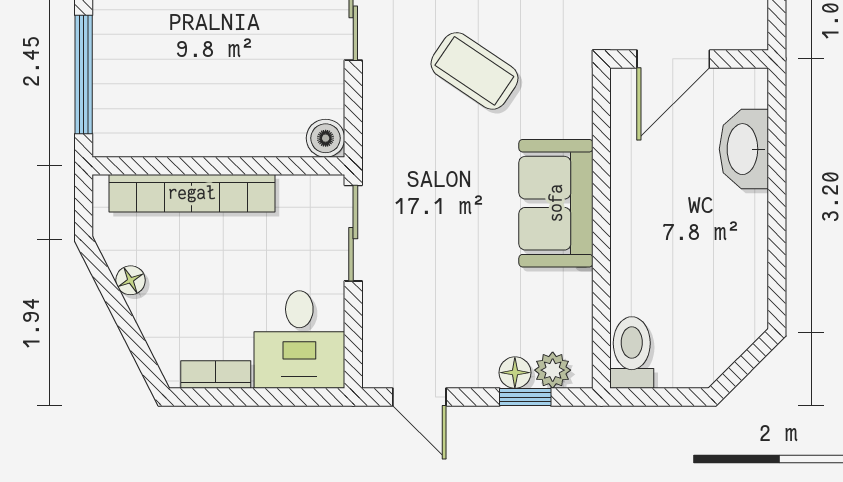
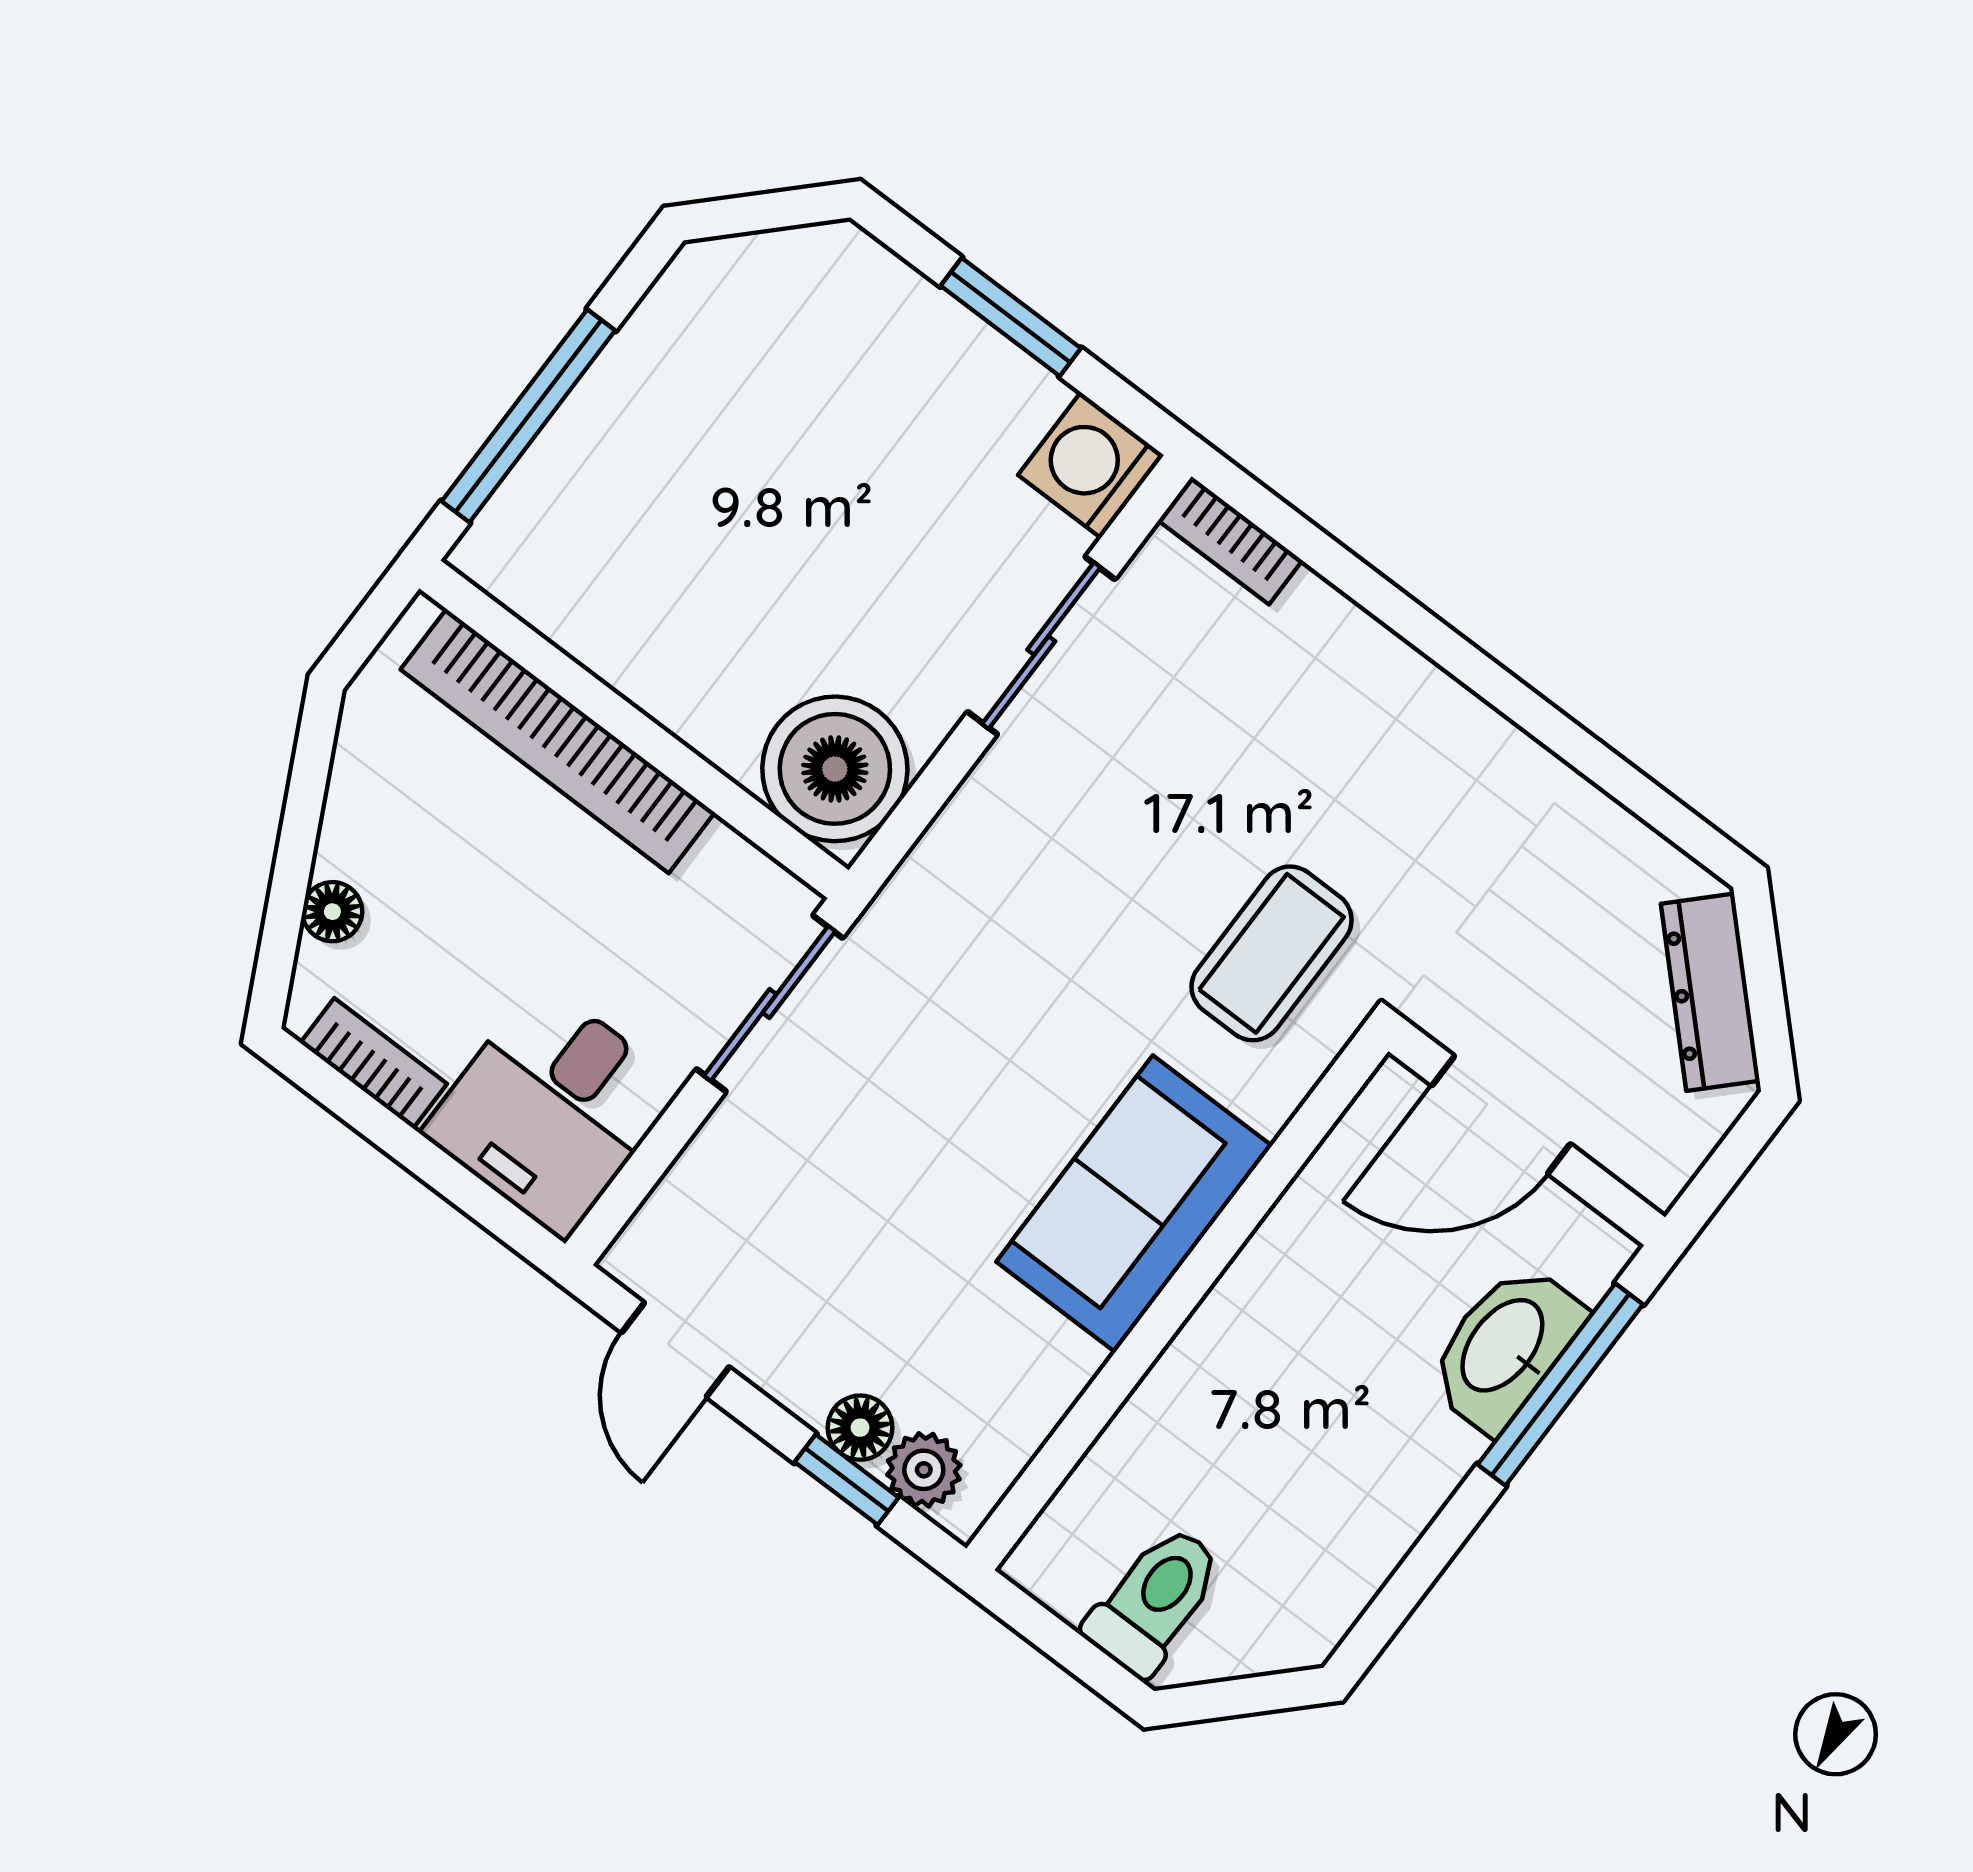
coffee table: (474, 71) -> (1272, 953), moved, turned 56
boiler: (326, 138) -> (835, 769), width x1.86, depth x1.86
window: (777, 147) -> (1560, 1384), added
floor lamp: (131, 280) -> (332, 912), moved
toilet: (632, 353) -> (1155, 1600), moved

